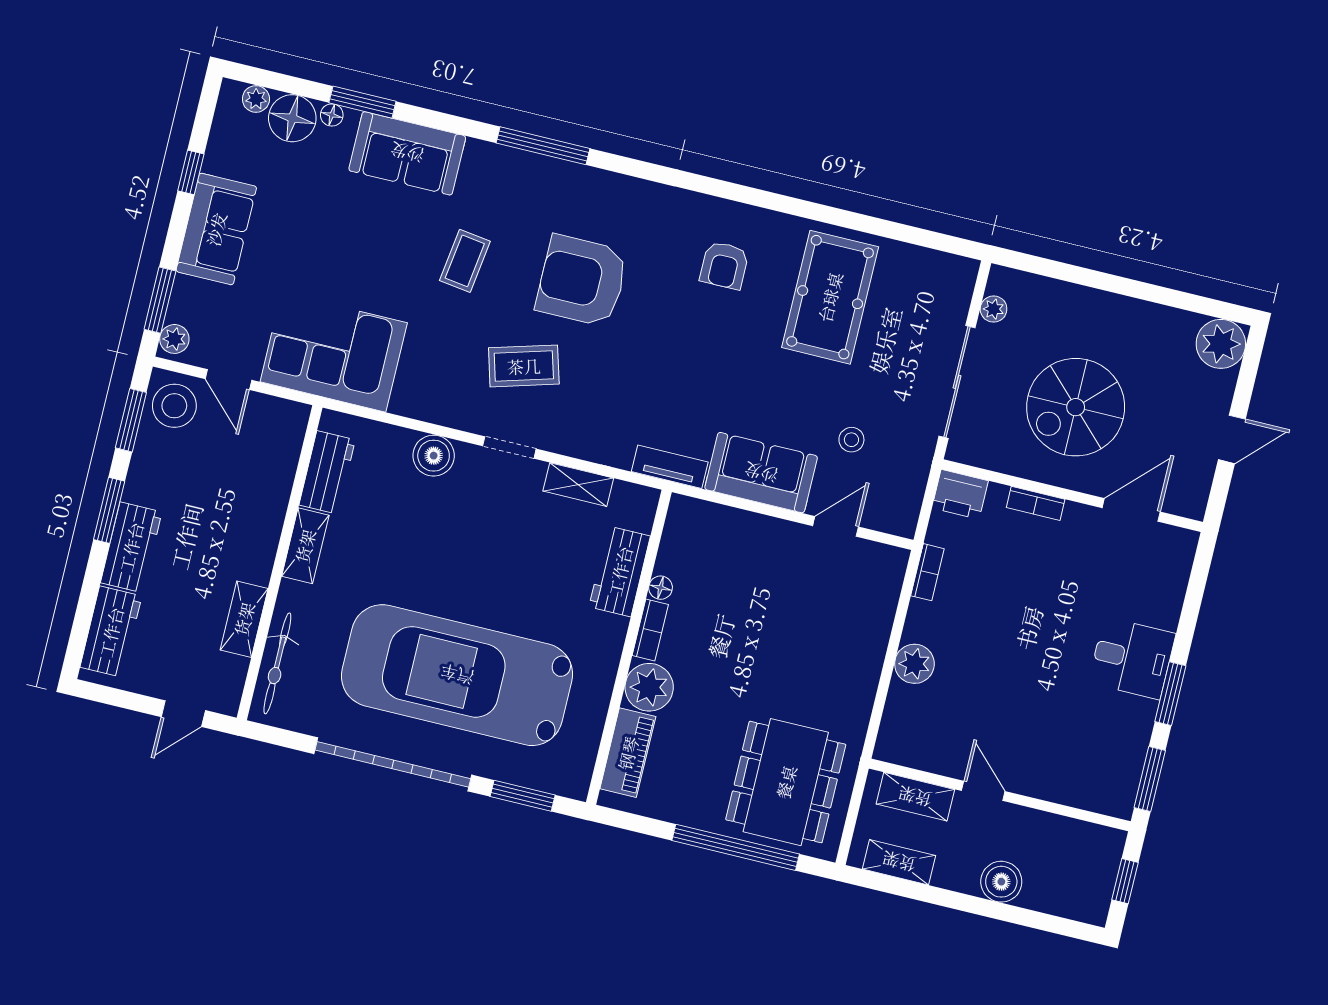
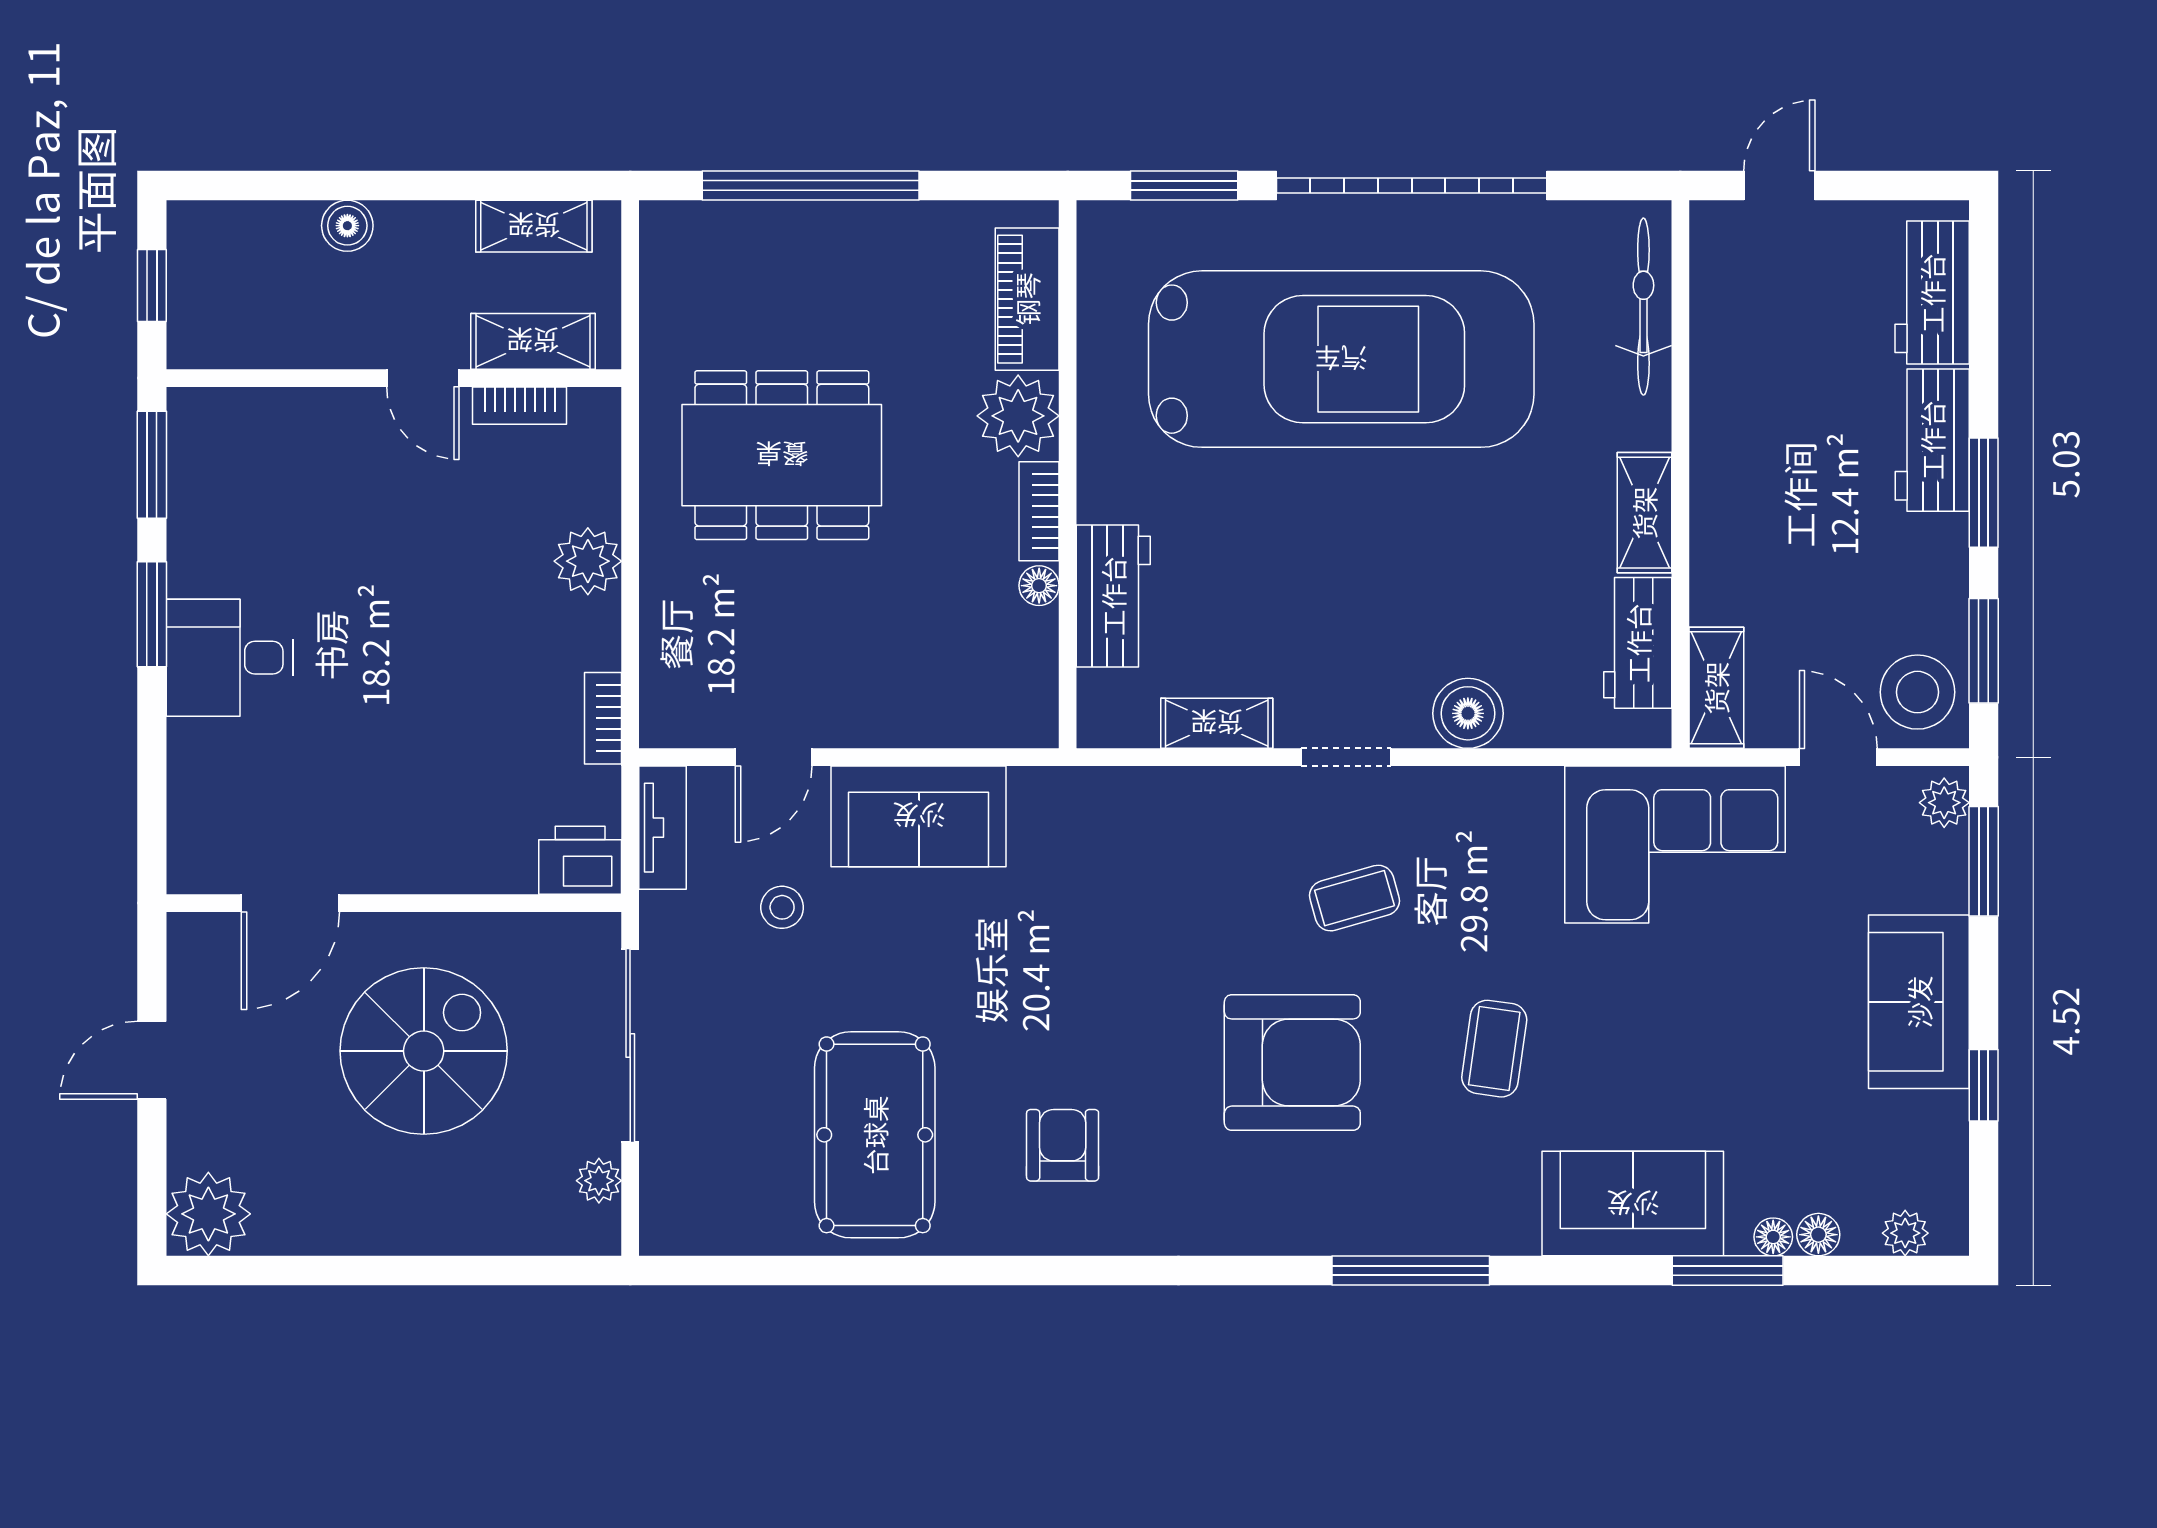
floor lamp: (292, 118) -> (1818, 1235), width x0.53, depth x0.53
coffee table: (524, 366) -> (1354, 898), width x0.73, depth x0.77
tv unit: (670, 467) -> (662, 828), moved, turned -90
bookcase: (1036, 503) -> (520, 406), moved, turned 180
shelving: (244, 619) -> (1716, 688), moved
dining table: (786, 782) -> (782, 455), moved, turned 90
boiler: (1001, 882) -> (347, 226), width x0.73, depth x0.73

